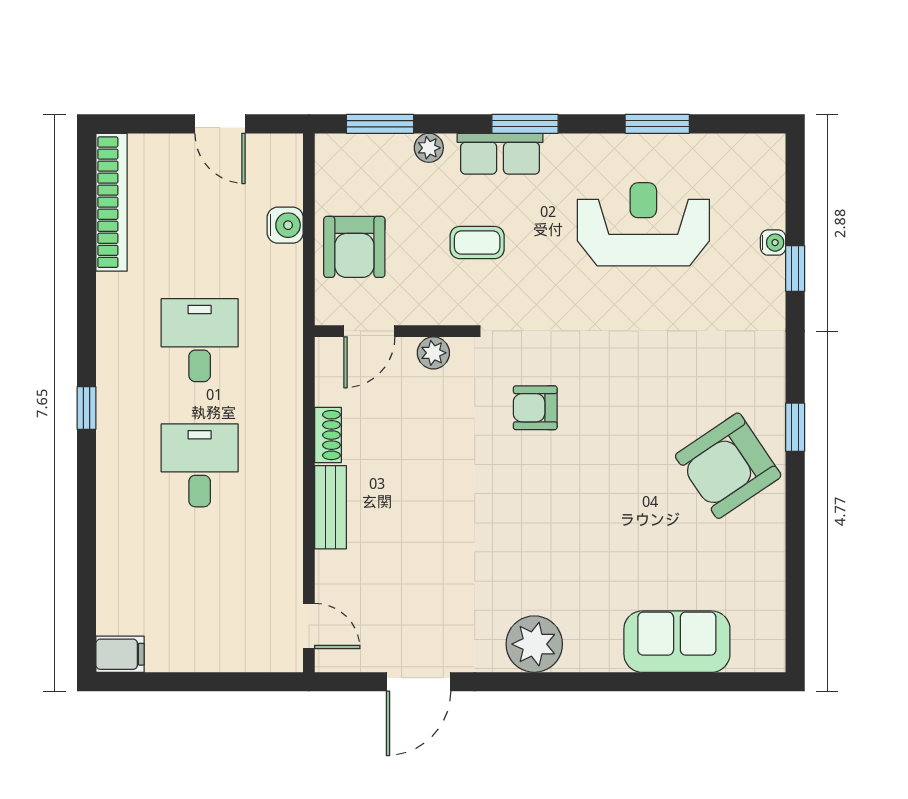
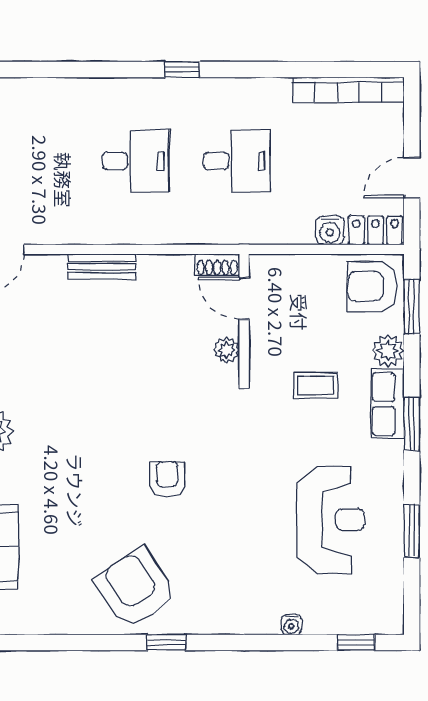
plant: (429, 148) -> (388, 351), width x1.38, depth x1.38
locker: (285, 169) -> (375, 230), added
coffee table: (477, 243) -> (316, 385), turned 90
water cooler: (773, 243) -> (291, 625), moved
armchair: (354, 247) -> (372, 286), moved
window: (795, 269) -> (356, 642), moved
armchair: (535, 408) -> (167, 479), moved
shoe rack: (328, 435) -> (217, 265), moved

